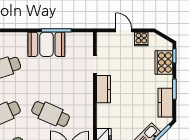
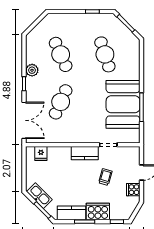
booth: (46, 44) -> (123, 104), width x1.36, depth x1.42
cooker: (164, 62) -> (98, 211), moved
trolley: (128, 68) -> (105, 177), added

